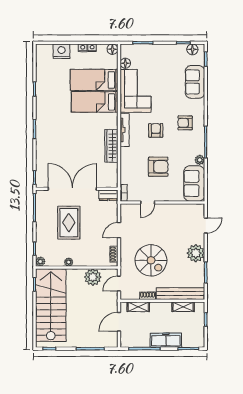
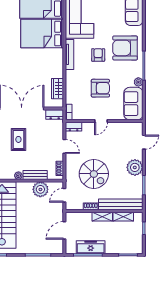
bed: (95, 102) -> (42, 34), width x1.50
armchair: (185, 123) -> (125, 48), width x1.88, depth x1.88
wardrobe: (111, 146) -> (57, 89), moved, width x0.67
door: (148, 203) -> (101, 121), moved
dresser: (129, 209) -> (74, 127), added
rug: (69, 223) -> (18, 139), width x0.73, depth x0.70
door: (119, 230) -> (64, 146), swing flipped
bench: (87, 261) -> (35, 175), added
shelving: (138, 307) -> (102, 217), moved
freezer: (166, 340) -> (91, 247), moved

